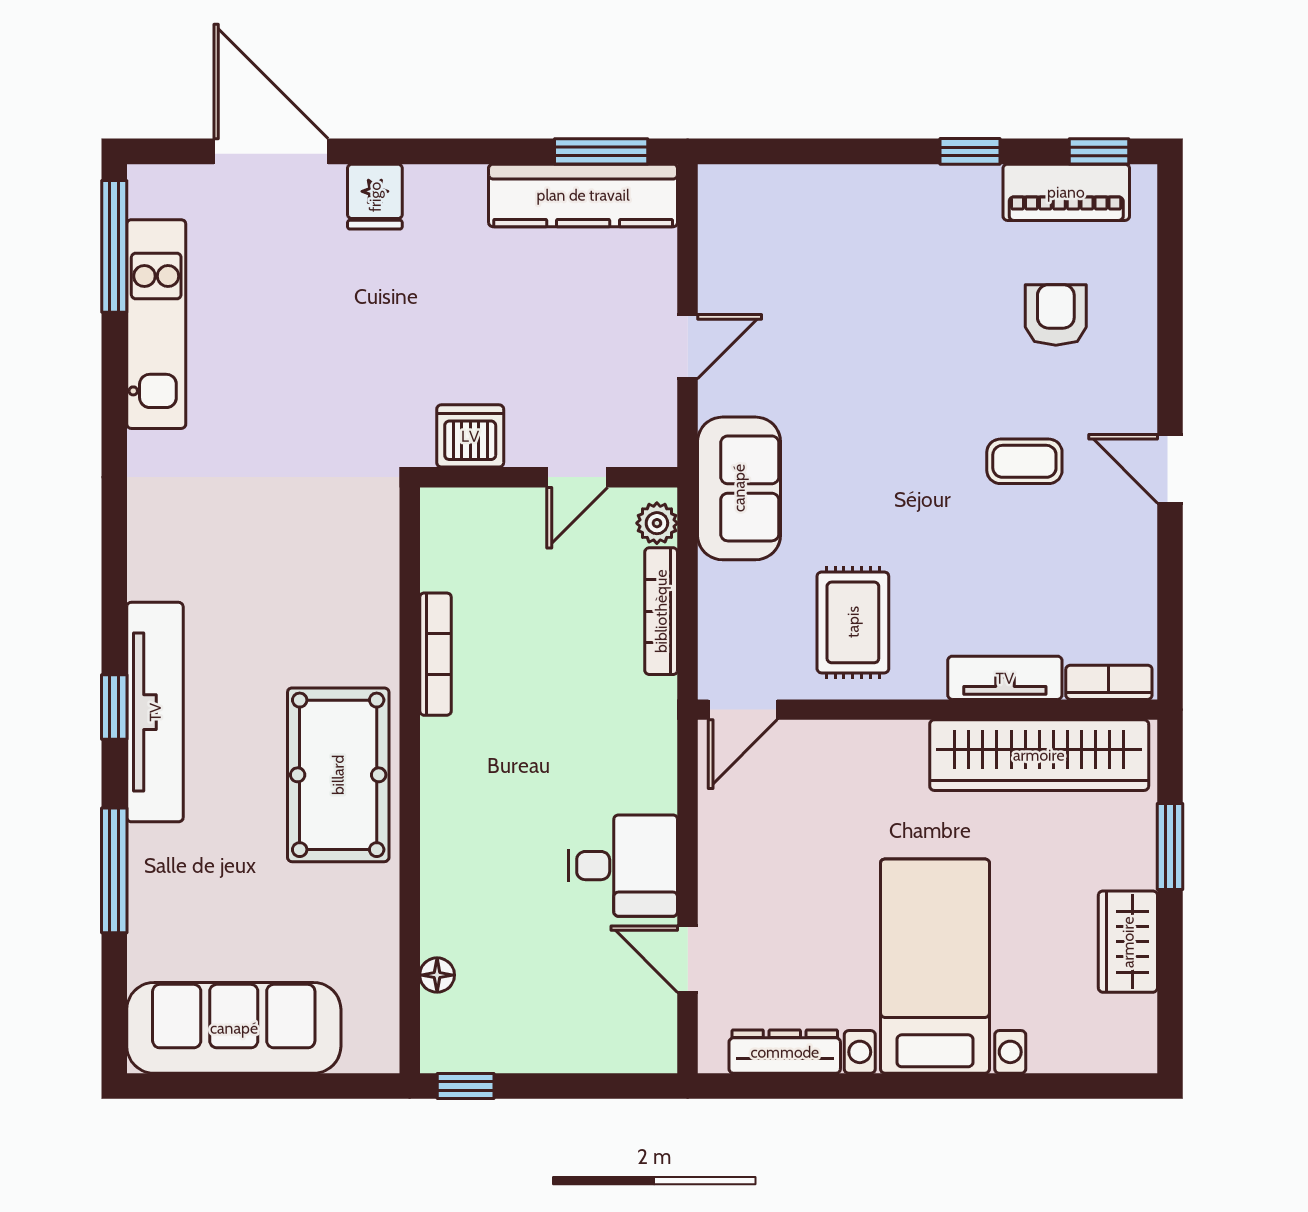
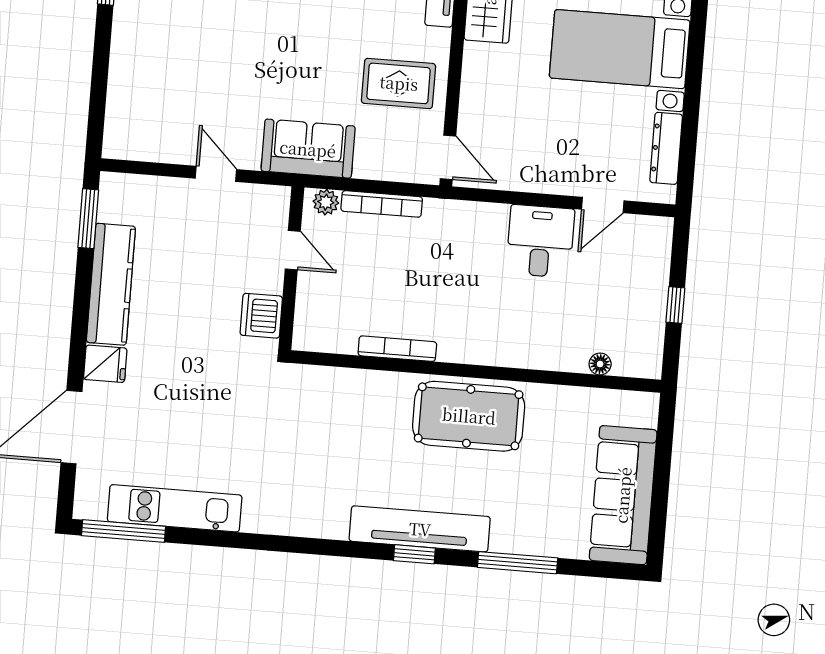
kitchen counter: (583, 195) -> (111, 284), moved
window: (466, 1086) -> (675, 305), moved

